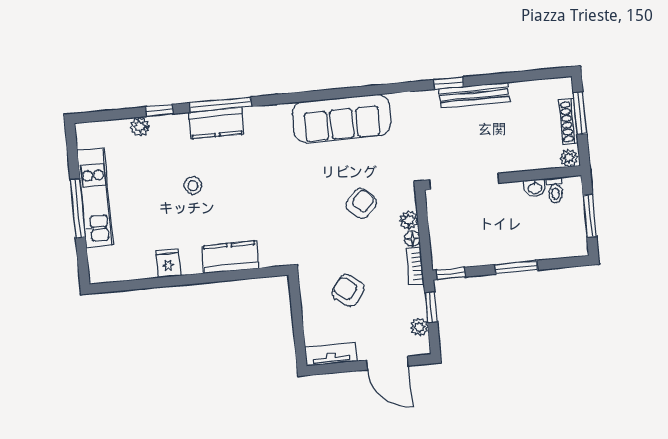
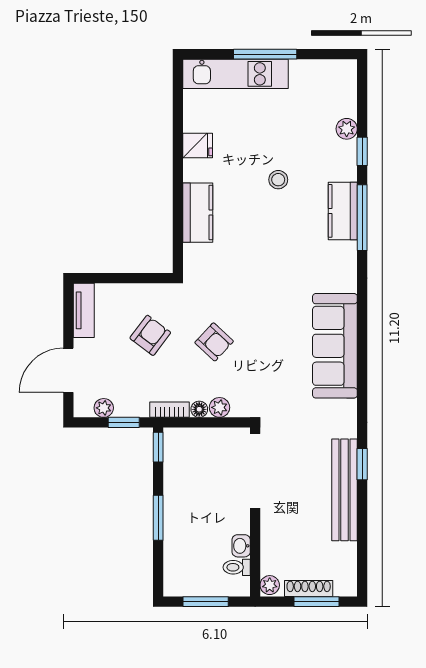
bench: (474, 95) -> (344, 490), width x1.37, depth x1.21
kitchen unit: (95, 198) -> (236, 74), moved
armchair: (361, 203) -> (214, 342), moved

